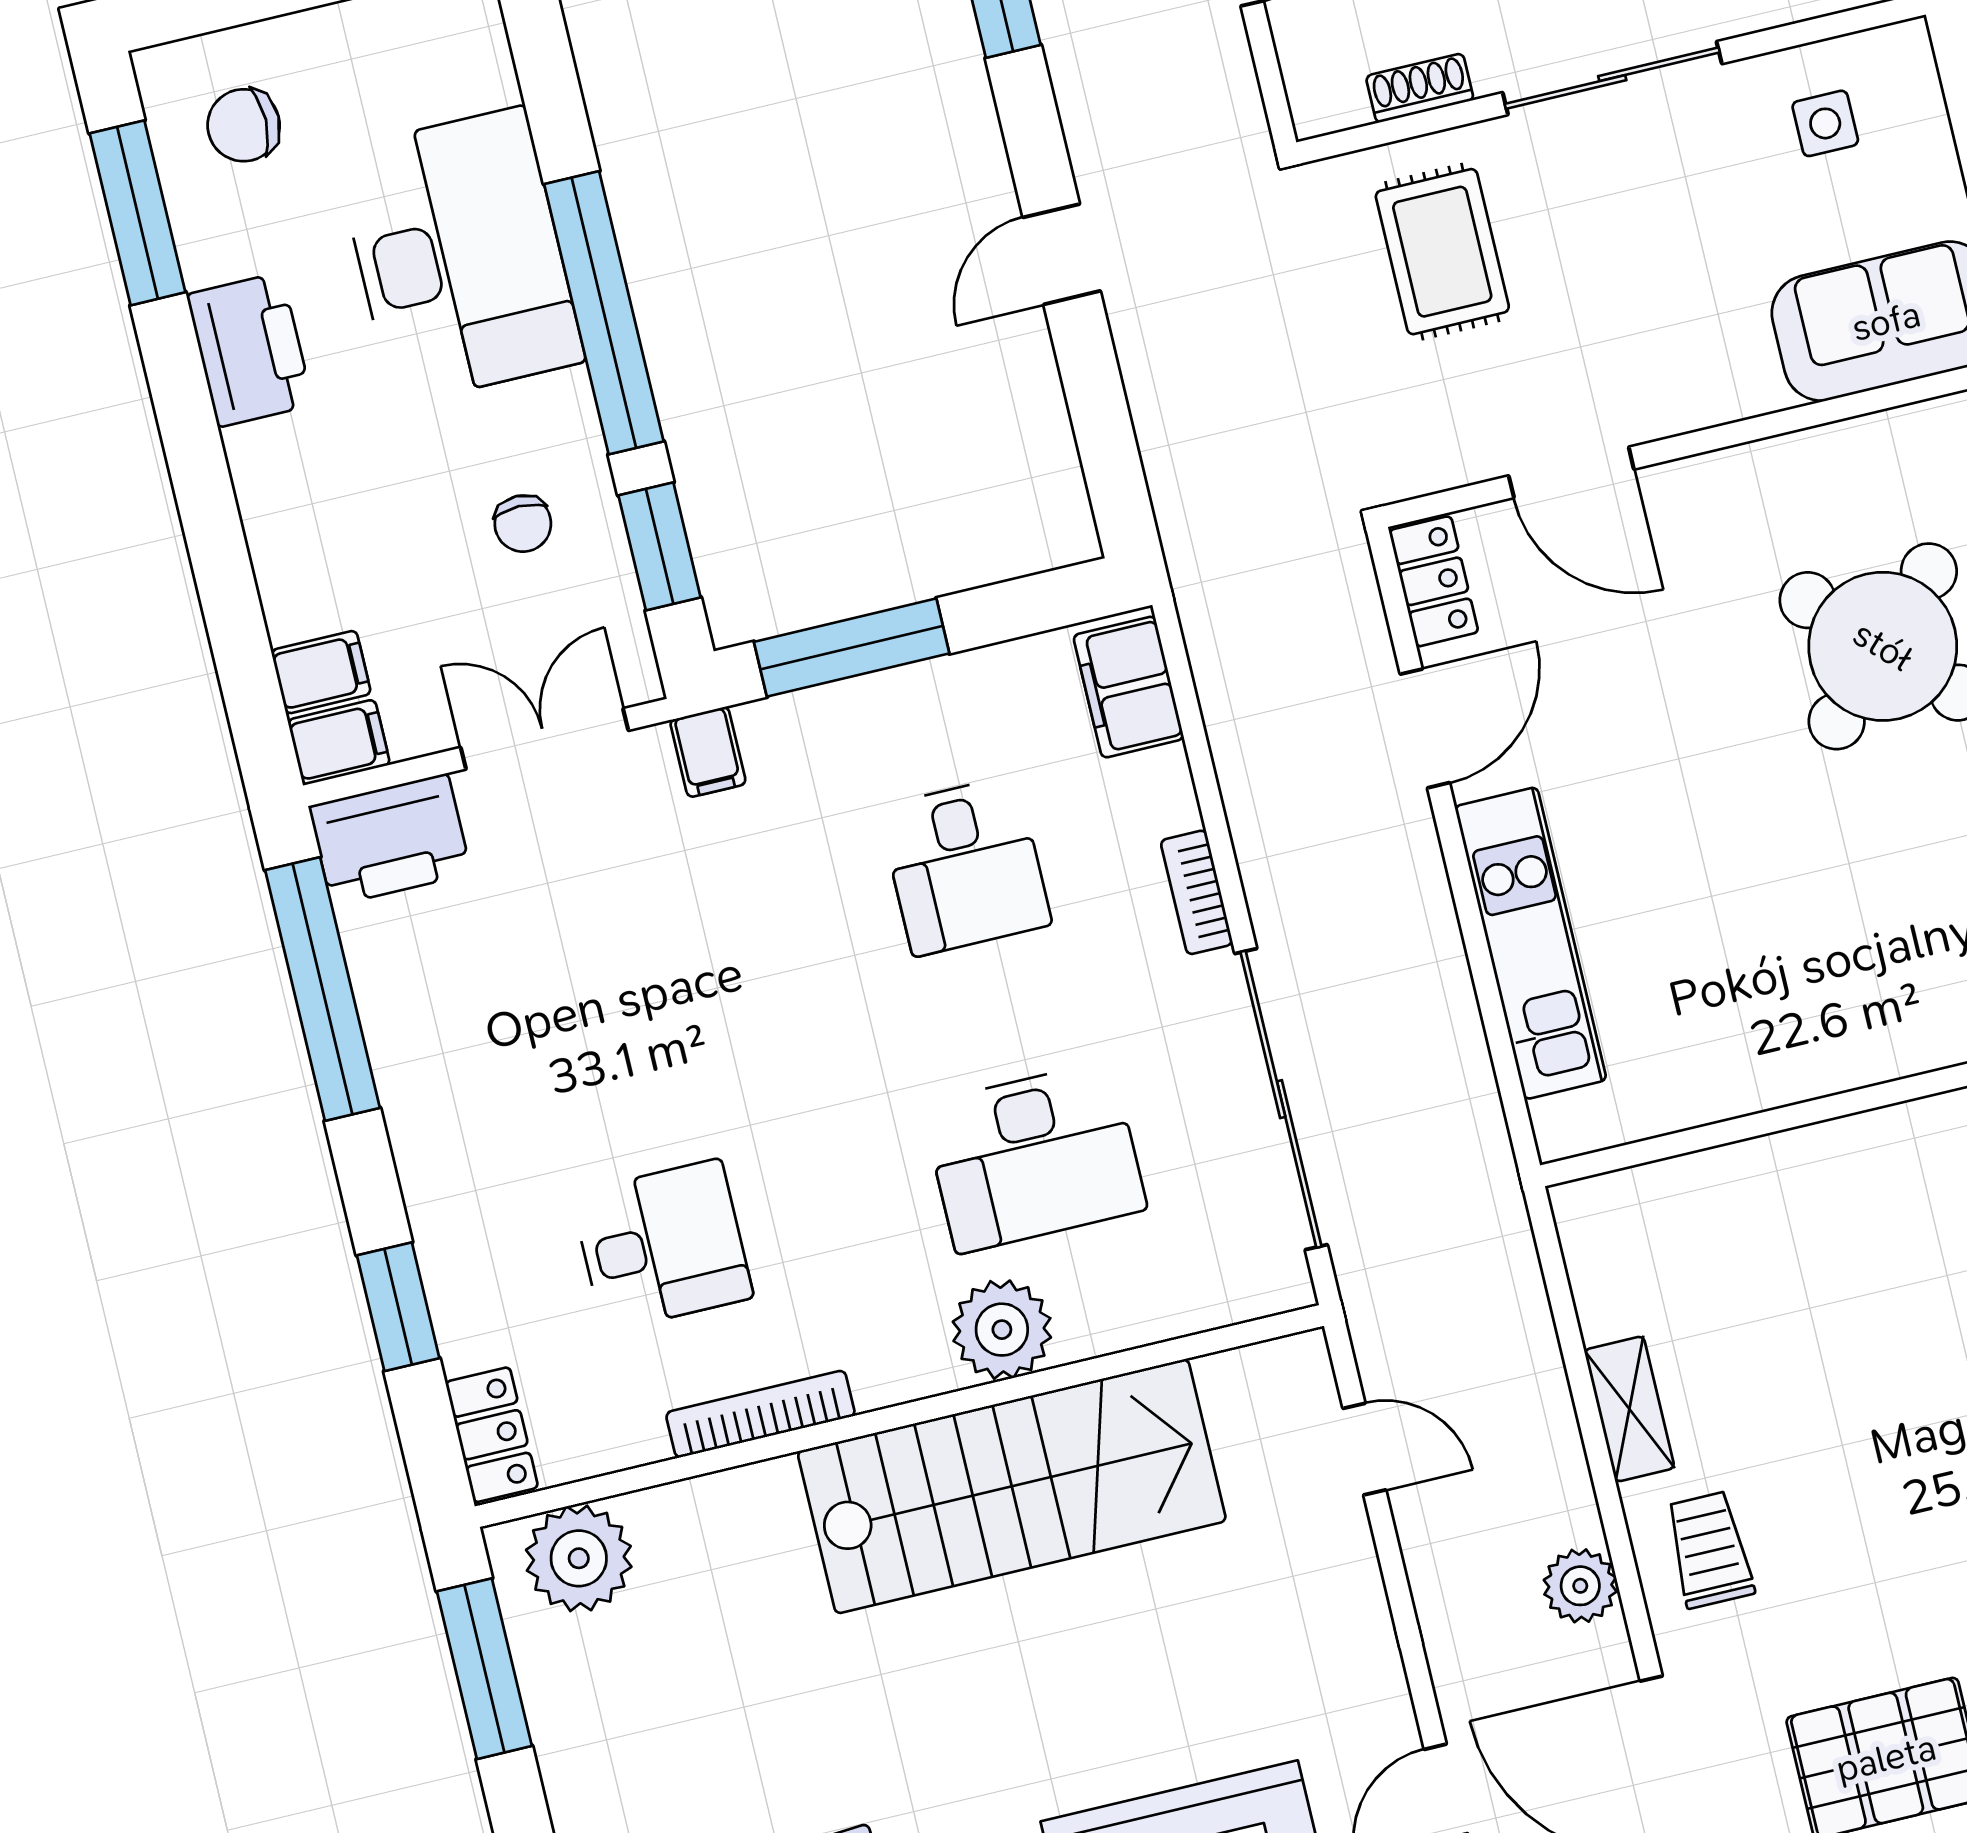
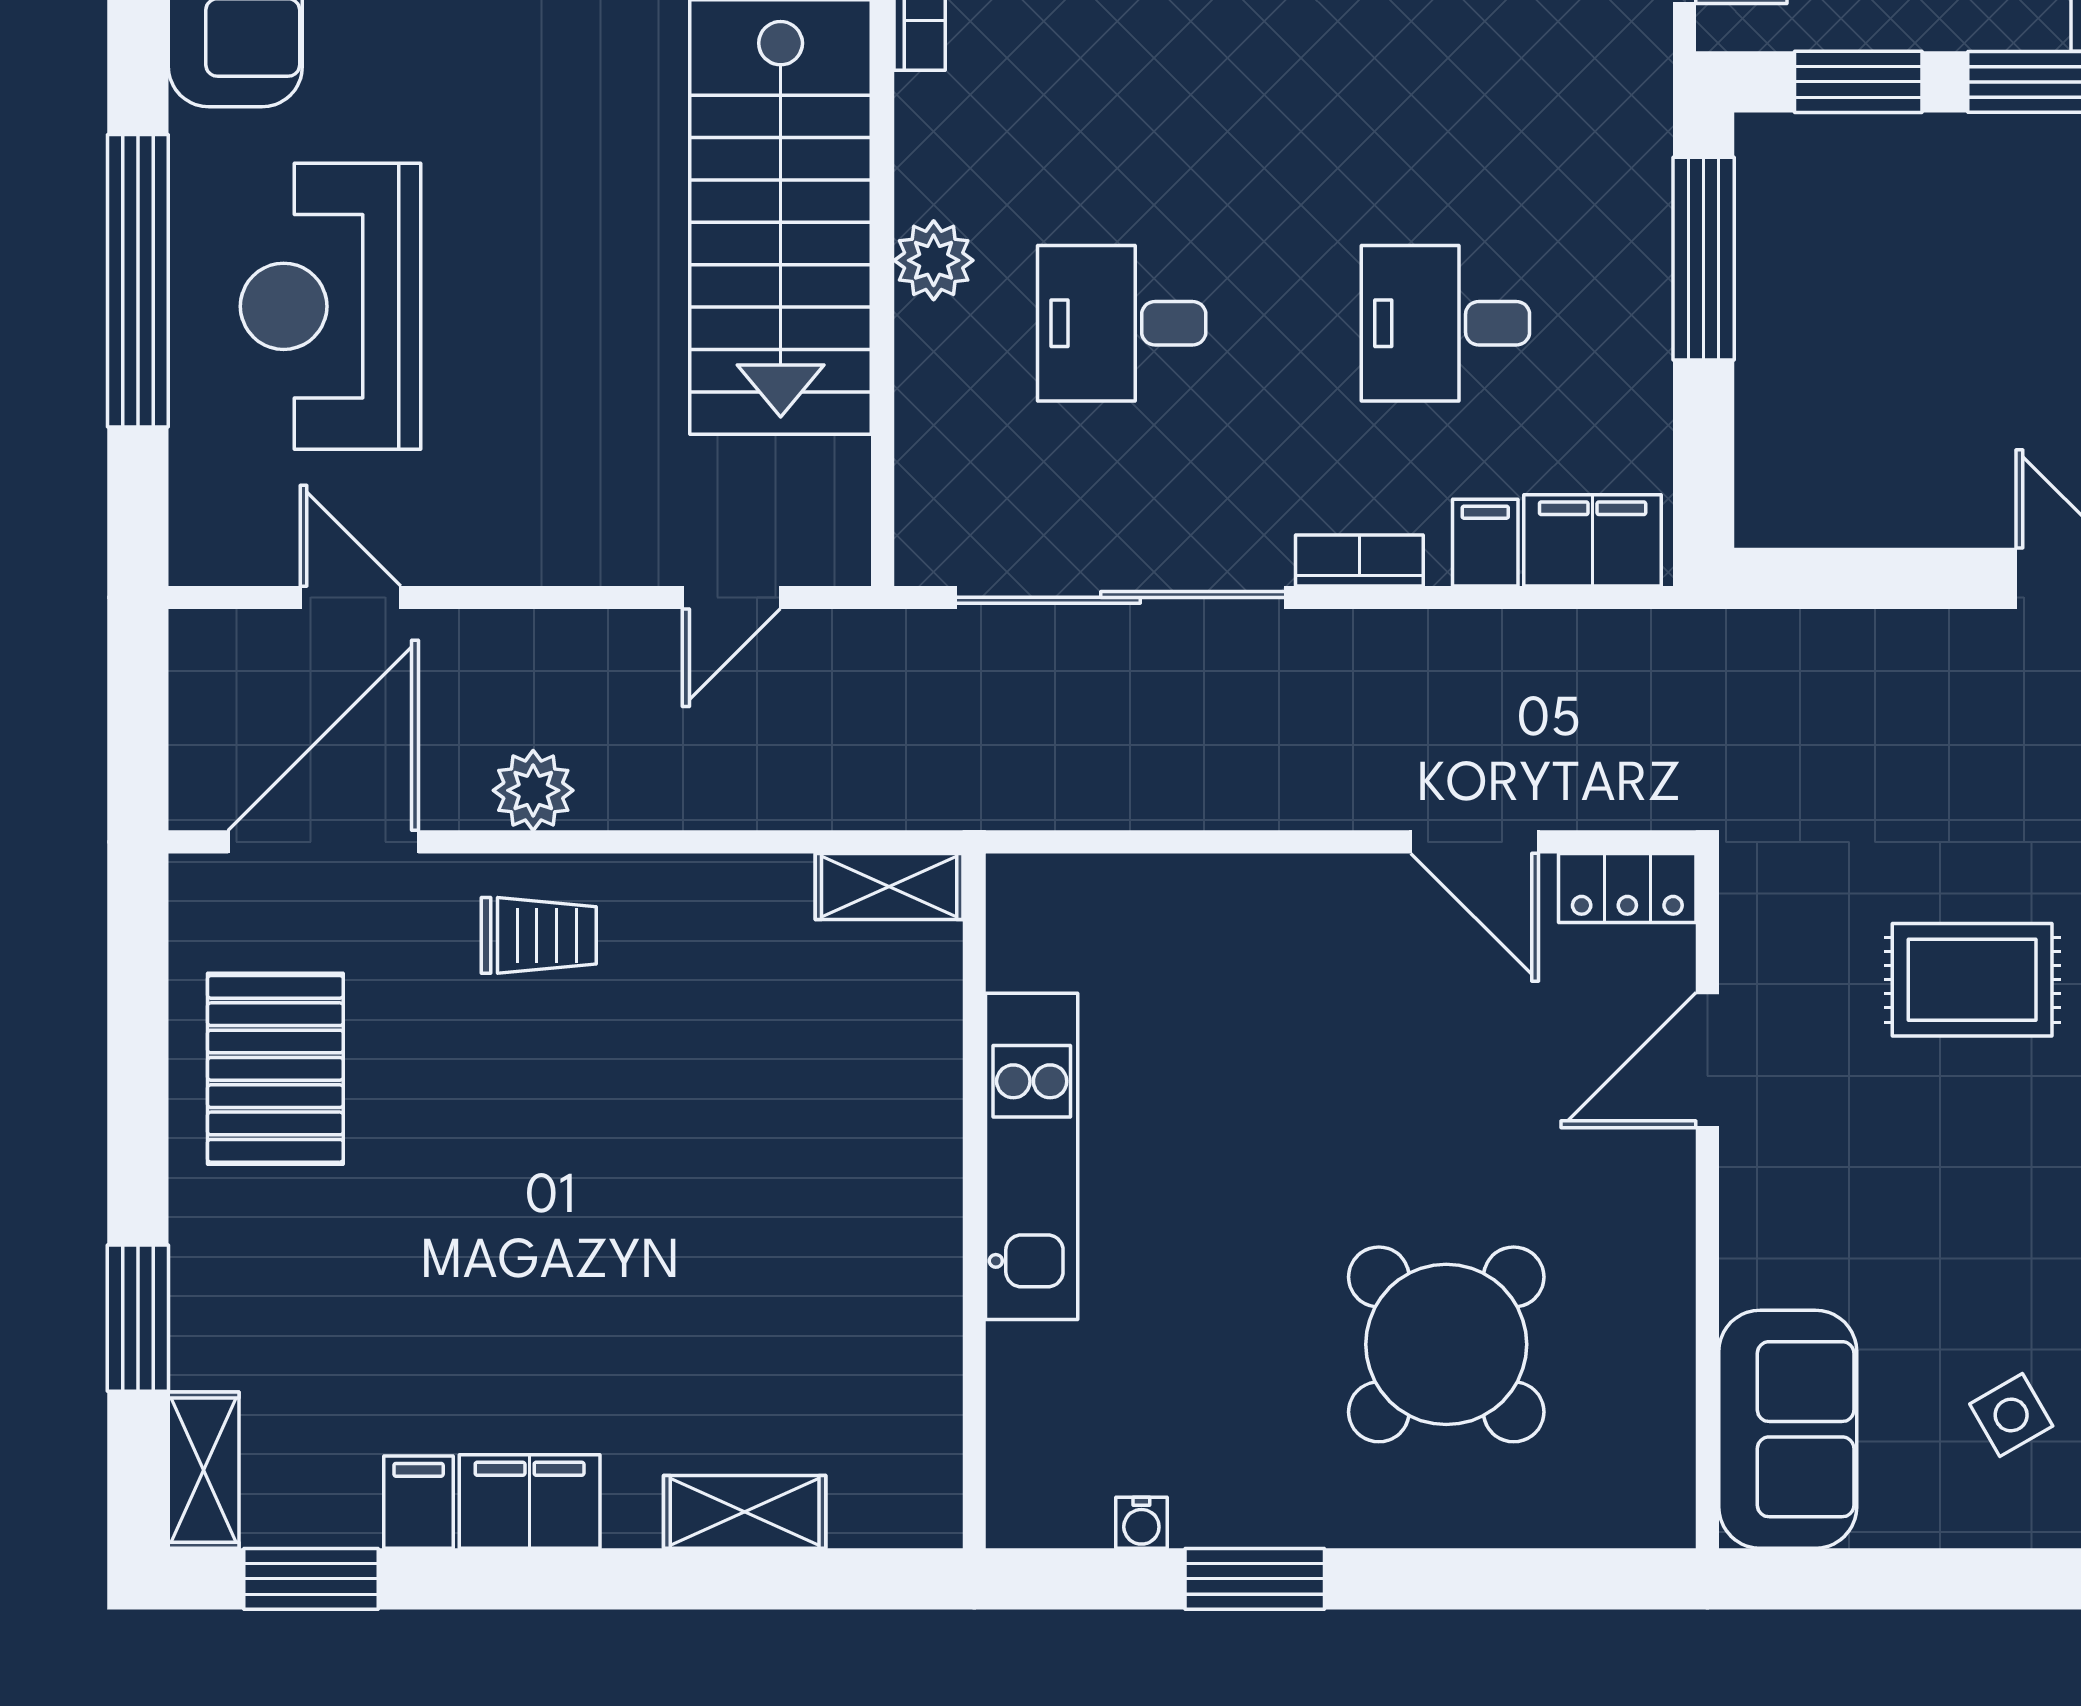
side table: (1825, 123) -> (2011, 1415), turned -30
filing cabinet: (708, 752) -> (1485, 543), moved, turned 90
kitchen unit: (1531, 943) -> (1032, 1156), moved, turned -90
desk: (1034, 1157) -> (1122, 323), width x0.73
plant: (1002, 1330) -> (934, 260), width x0.73, depth x0.73
shelving: (1629, 1409) -> (889, 886), moved

